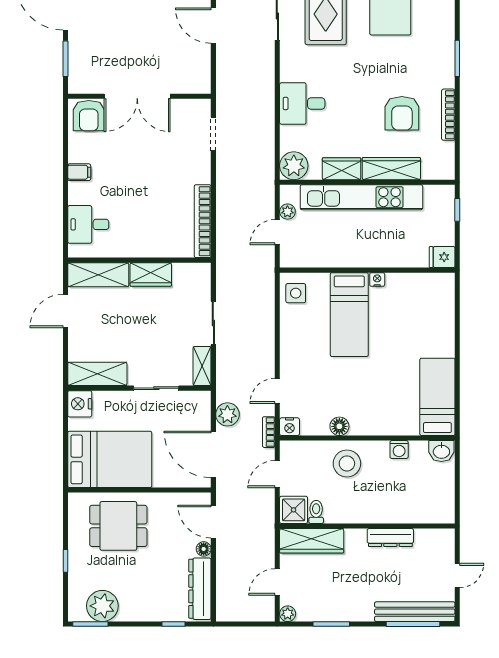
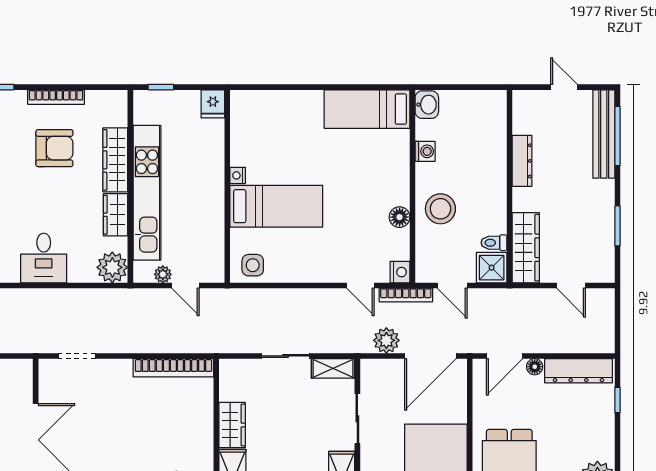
bookcase: (269, 432) -> (406, 295), width x1.56
plant: (288, 614) -> (606, 274), removed

